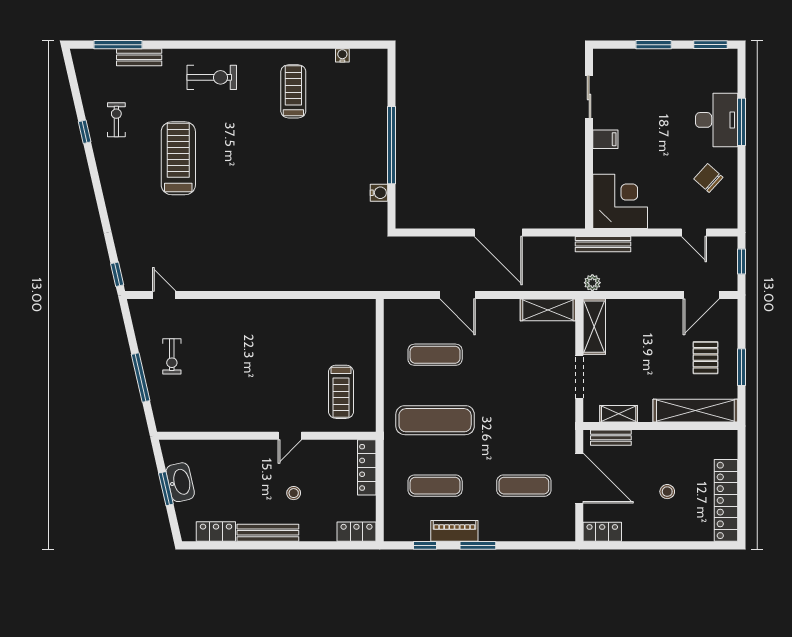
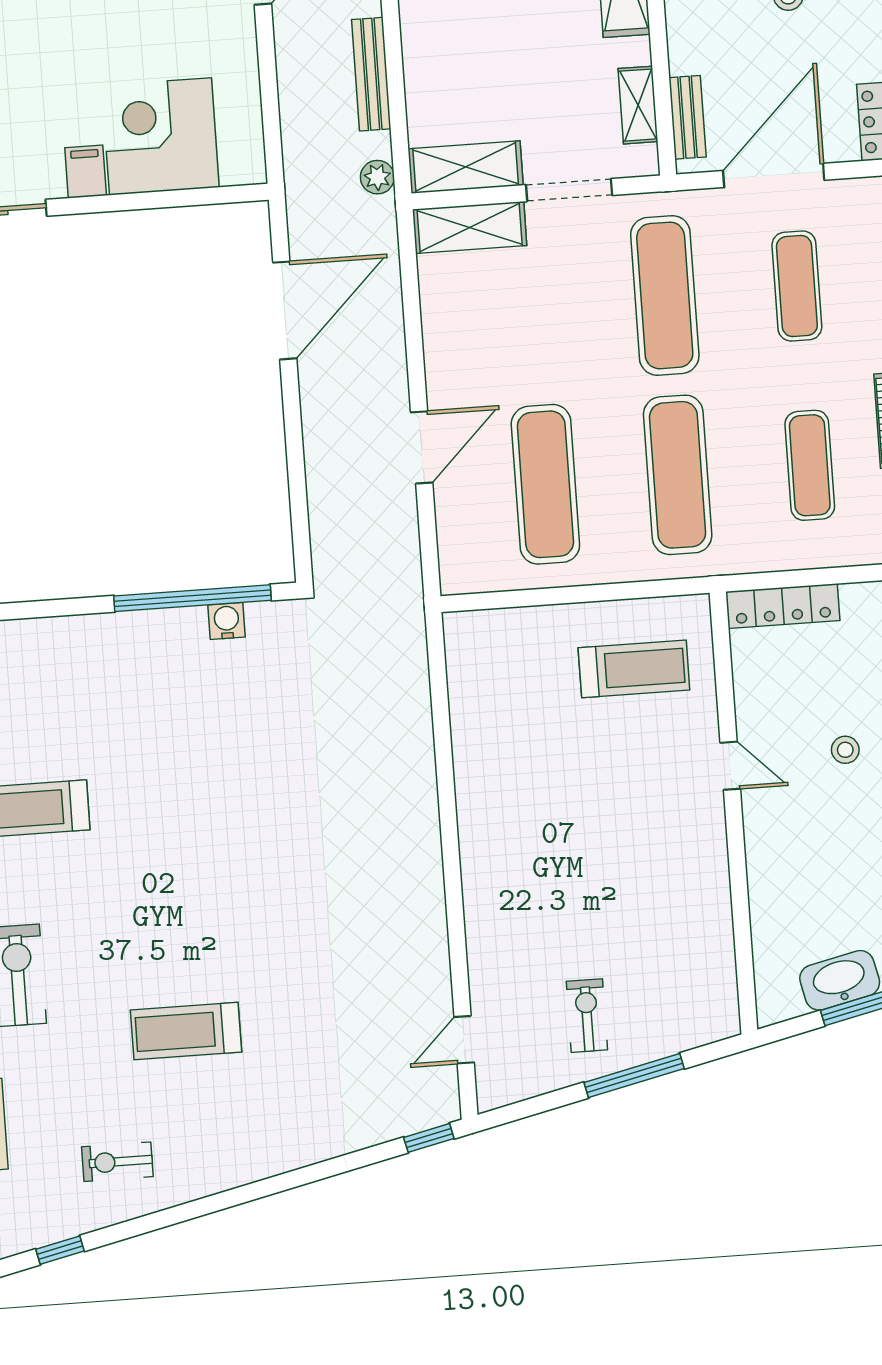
window: (85, 132) -> (60, 1250), moved
window: (391, 145) -> (193, 598), moved
treadmill: (178, 158) -> (186, 1031), width x0.73, depth x0.73
corner desk: (620, 201) -> (160, 136), moved
door: (498, 232) -> (285, 310), moved
bench: (603, 244) -> (371, 74), moved
shelving: (548, 310) -> (470, 227), moved, turned 90
exercise mat: (435, 355) -> (545, 484), width x1.36, depth x1.45
exercise bike: (172, 356) -> (587, 1016), turned -90
exercise mat: (524, 420) -> (665, 295), added

